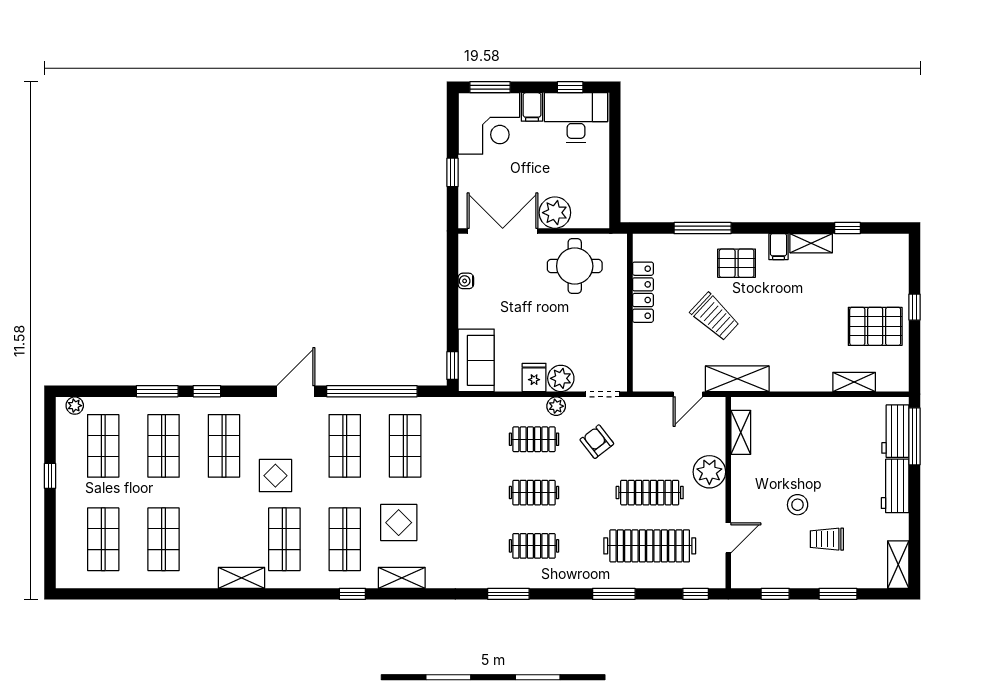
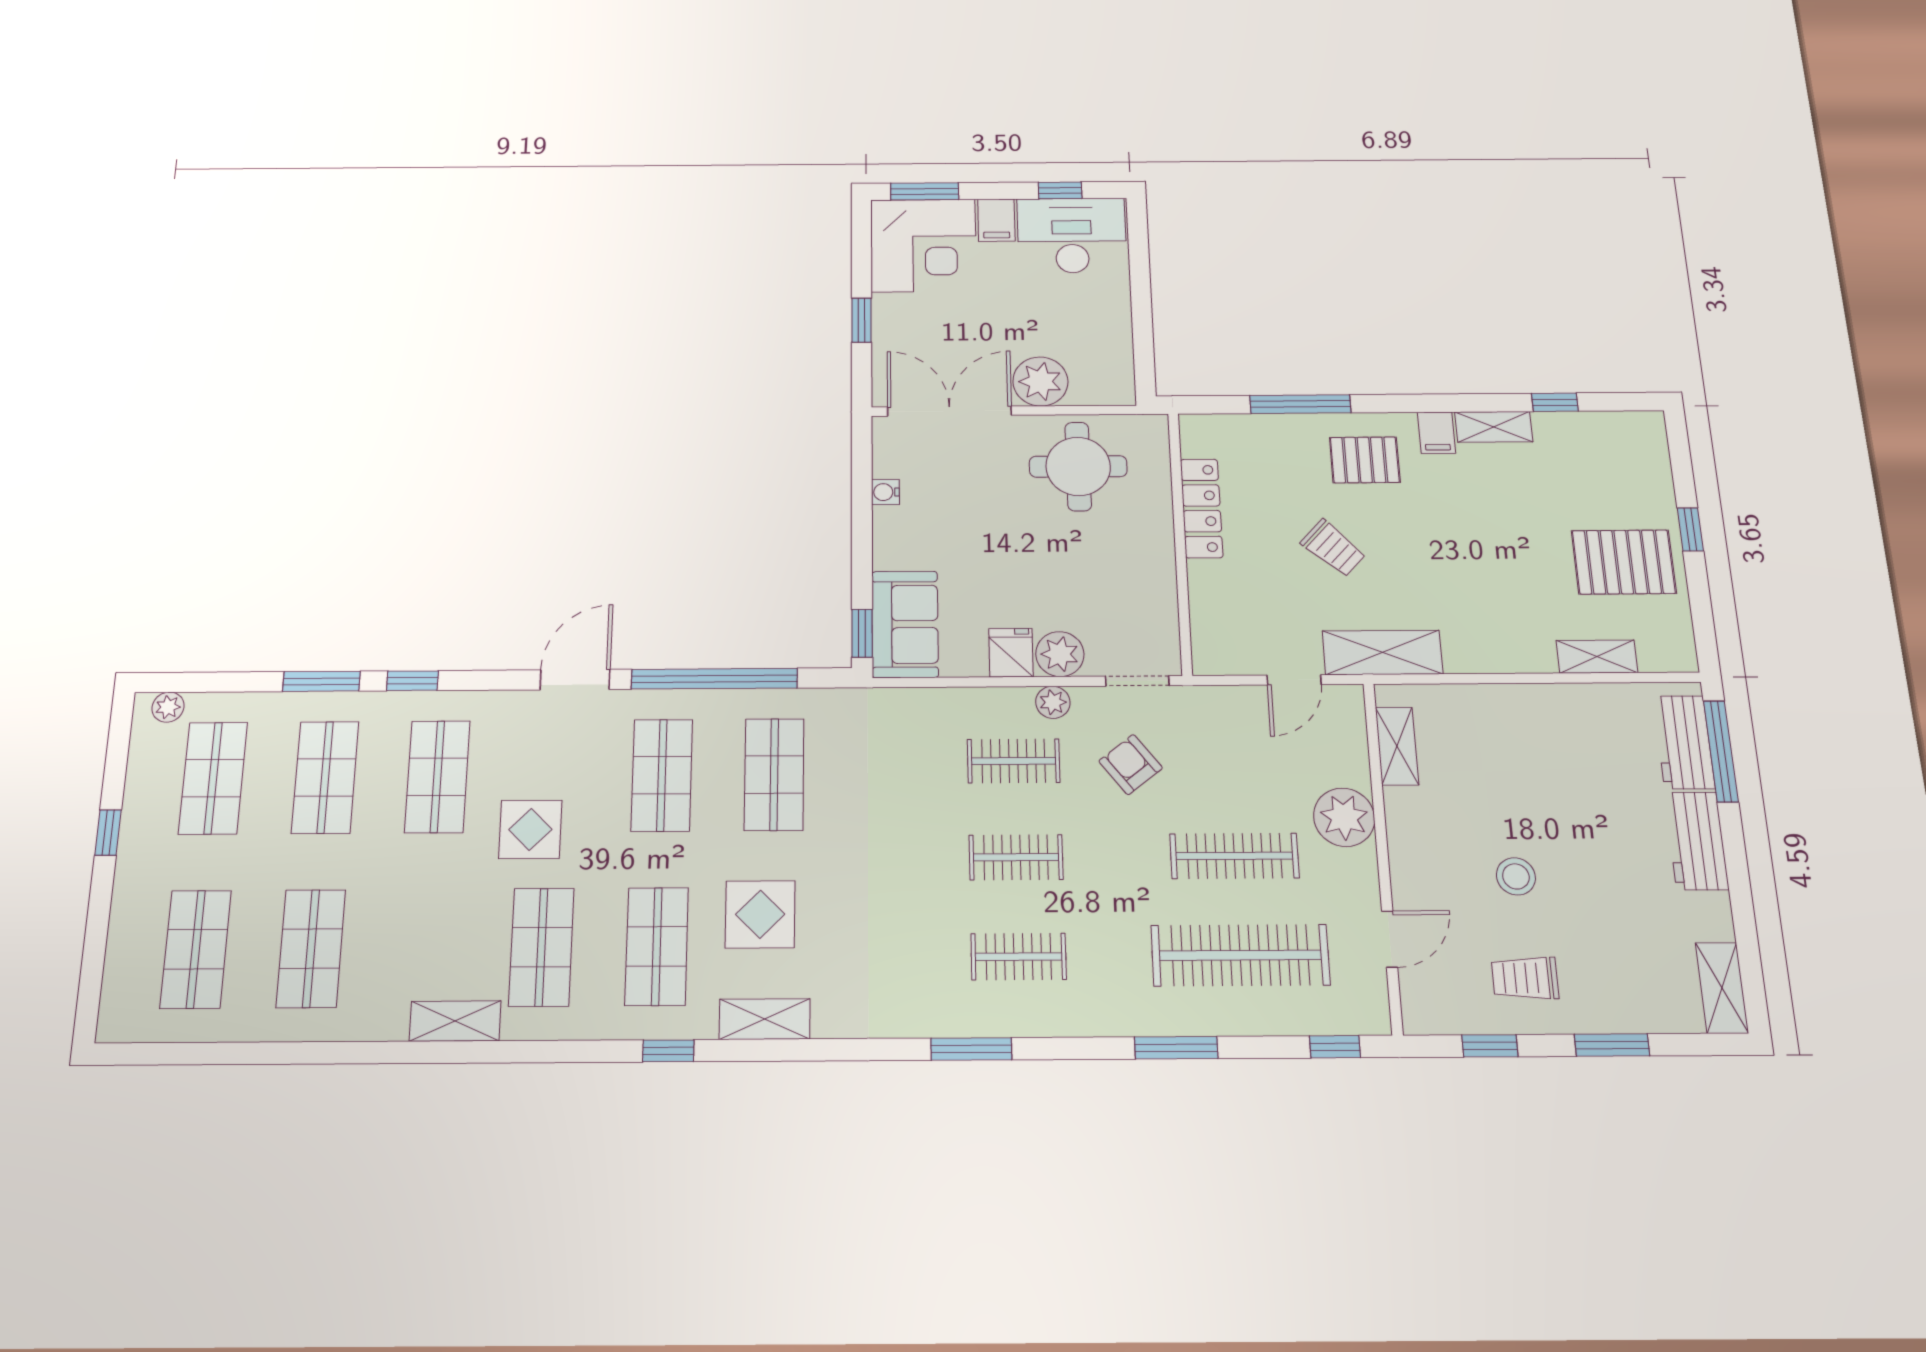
trolley: (715, 317) -> (1333, 548), width x0.73, depth x0.72
trolley: (827, 539) -> (1525, 978), moved

